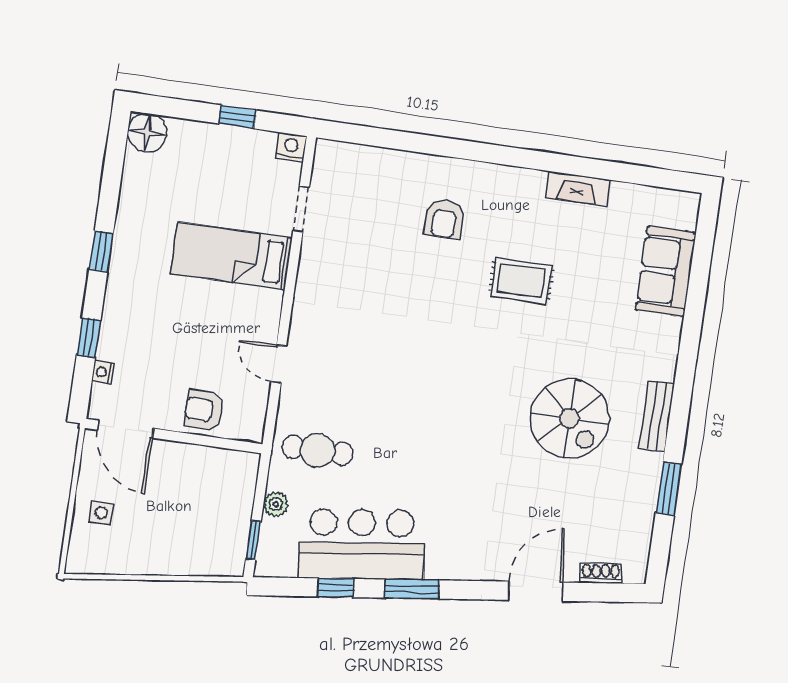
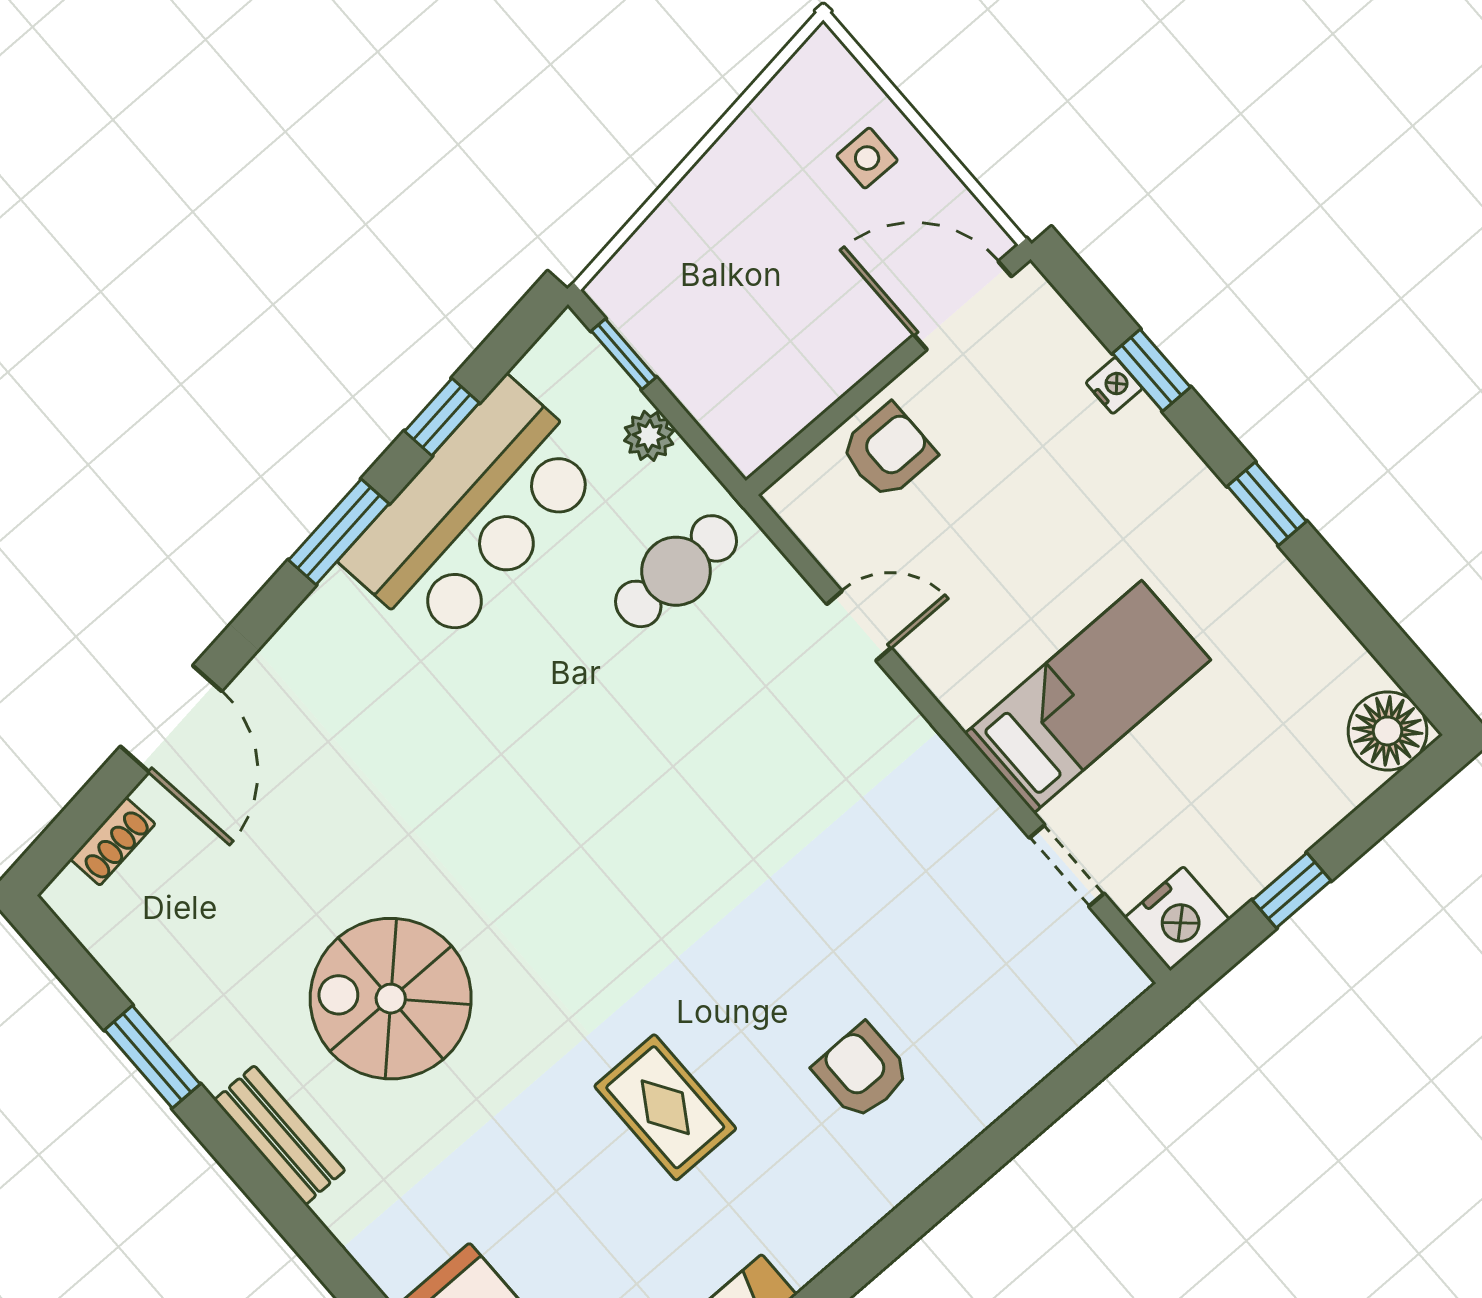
nightstand: (291, 147) -> (1177, 919), width x1.36, depth x1.33
rug: (521, 281) -> (665, 1107), turned 90
nightstand: (103, 372) -> (1114, 386), moved

